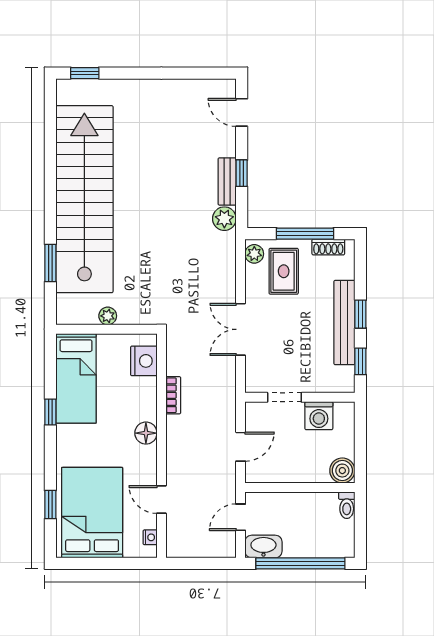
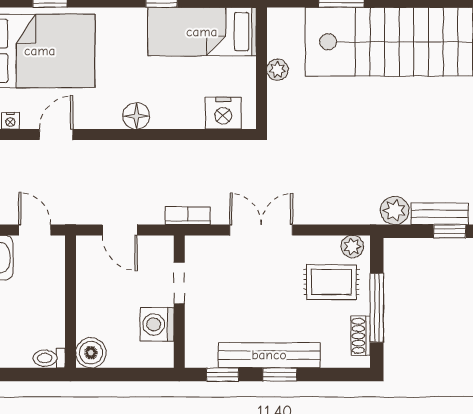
bookcase: (173, 395) -> (188, 216), moved, turned 180

